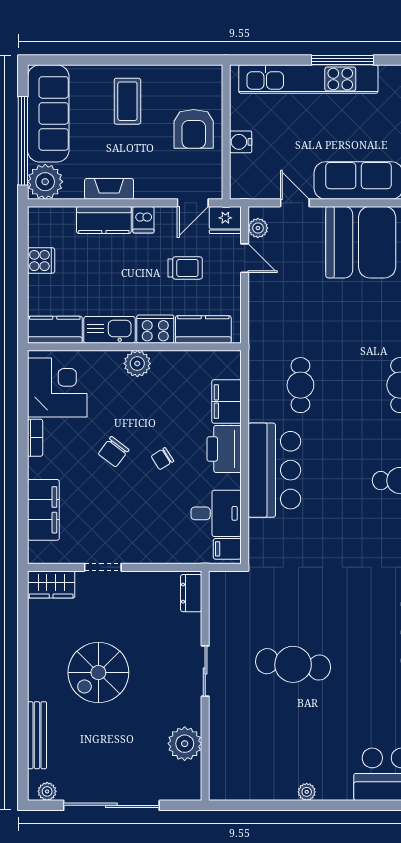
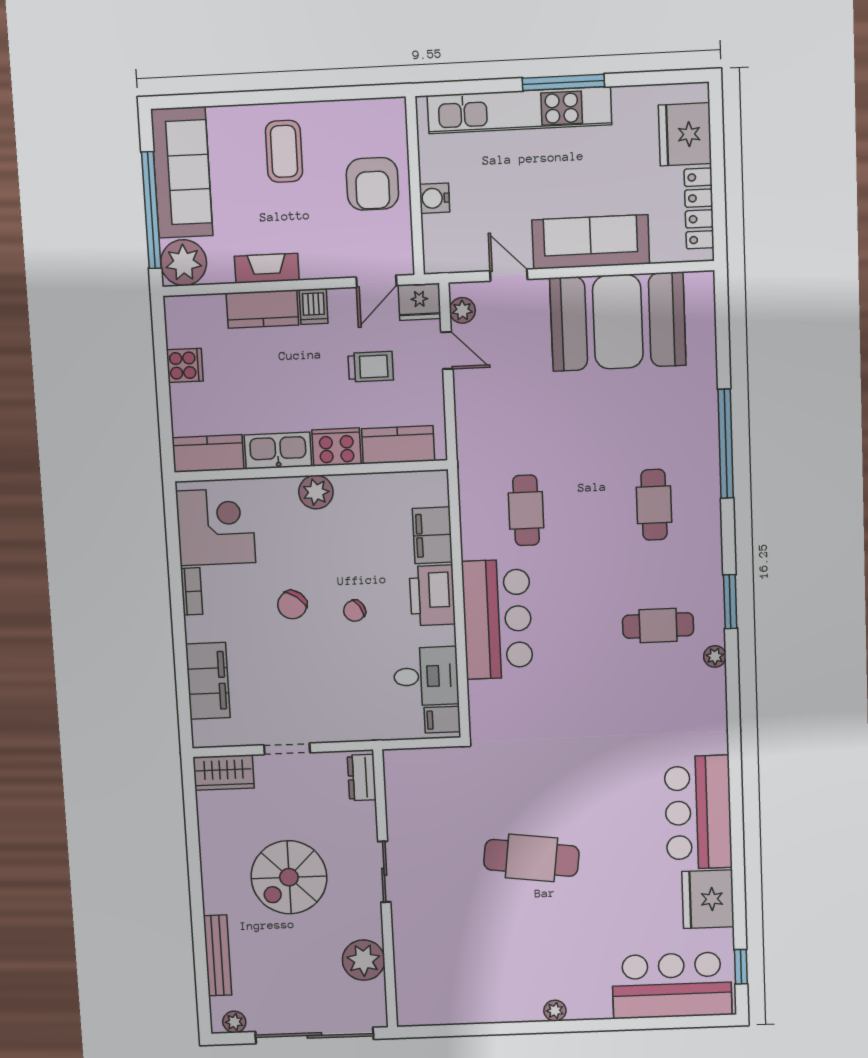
dresser: (191, 593) -> (362, 777), moved
sliding door: (205, 671) -> (384, 872), moved
wall: (205, 686) -> (385, 890), moved
plant: (185, 744) -> (364, 960), moved

